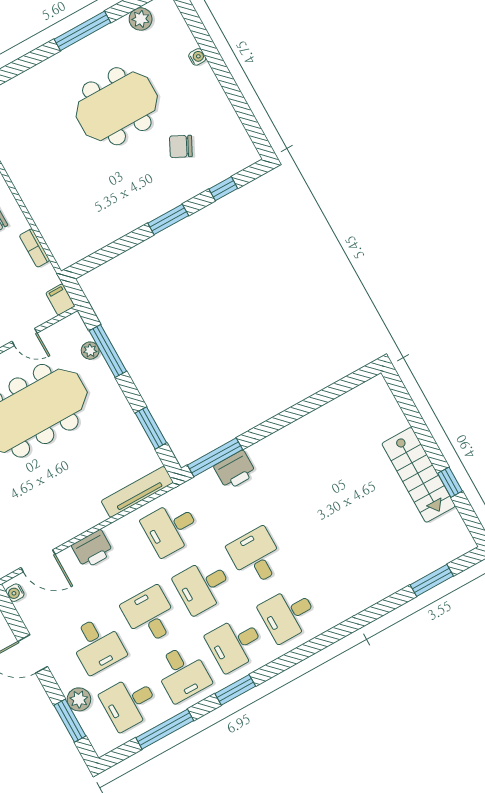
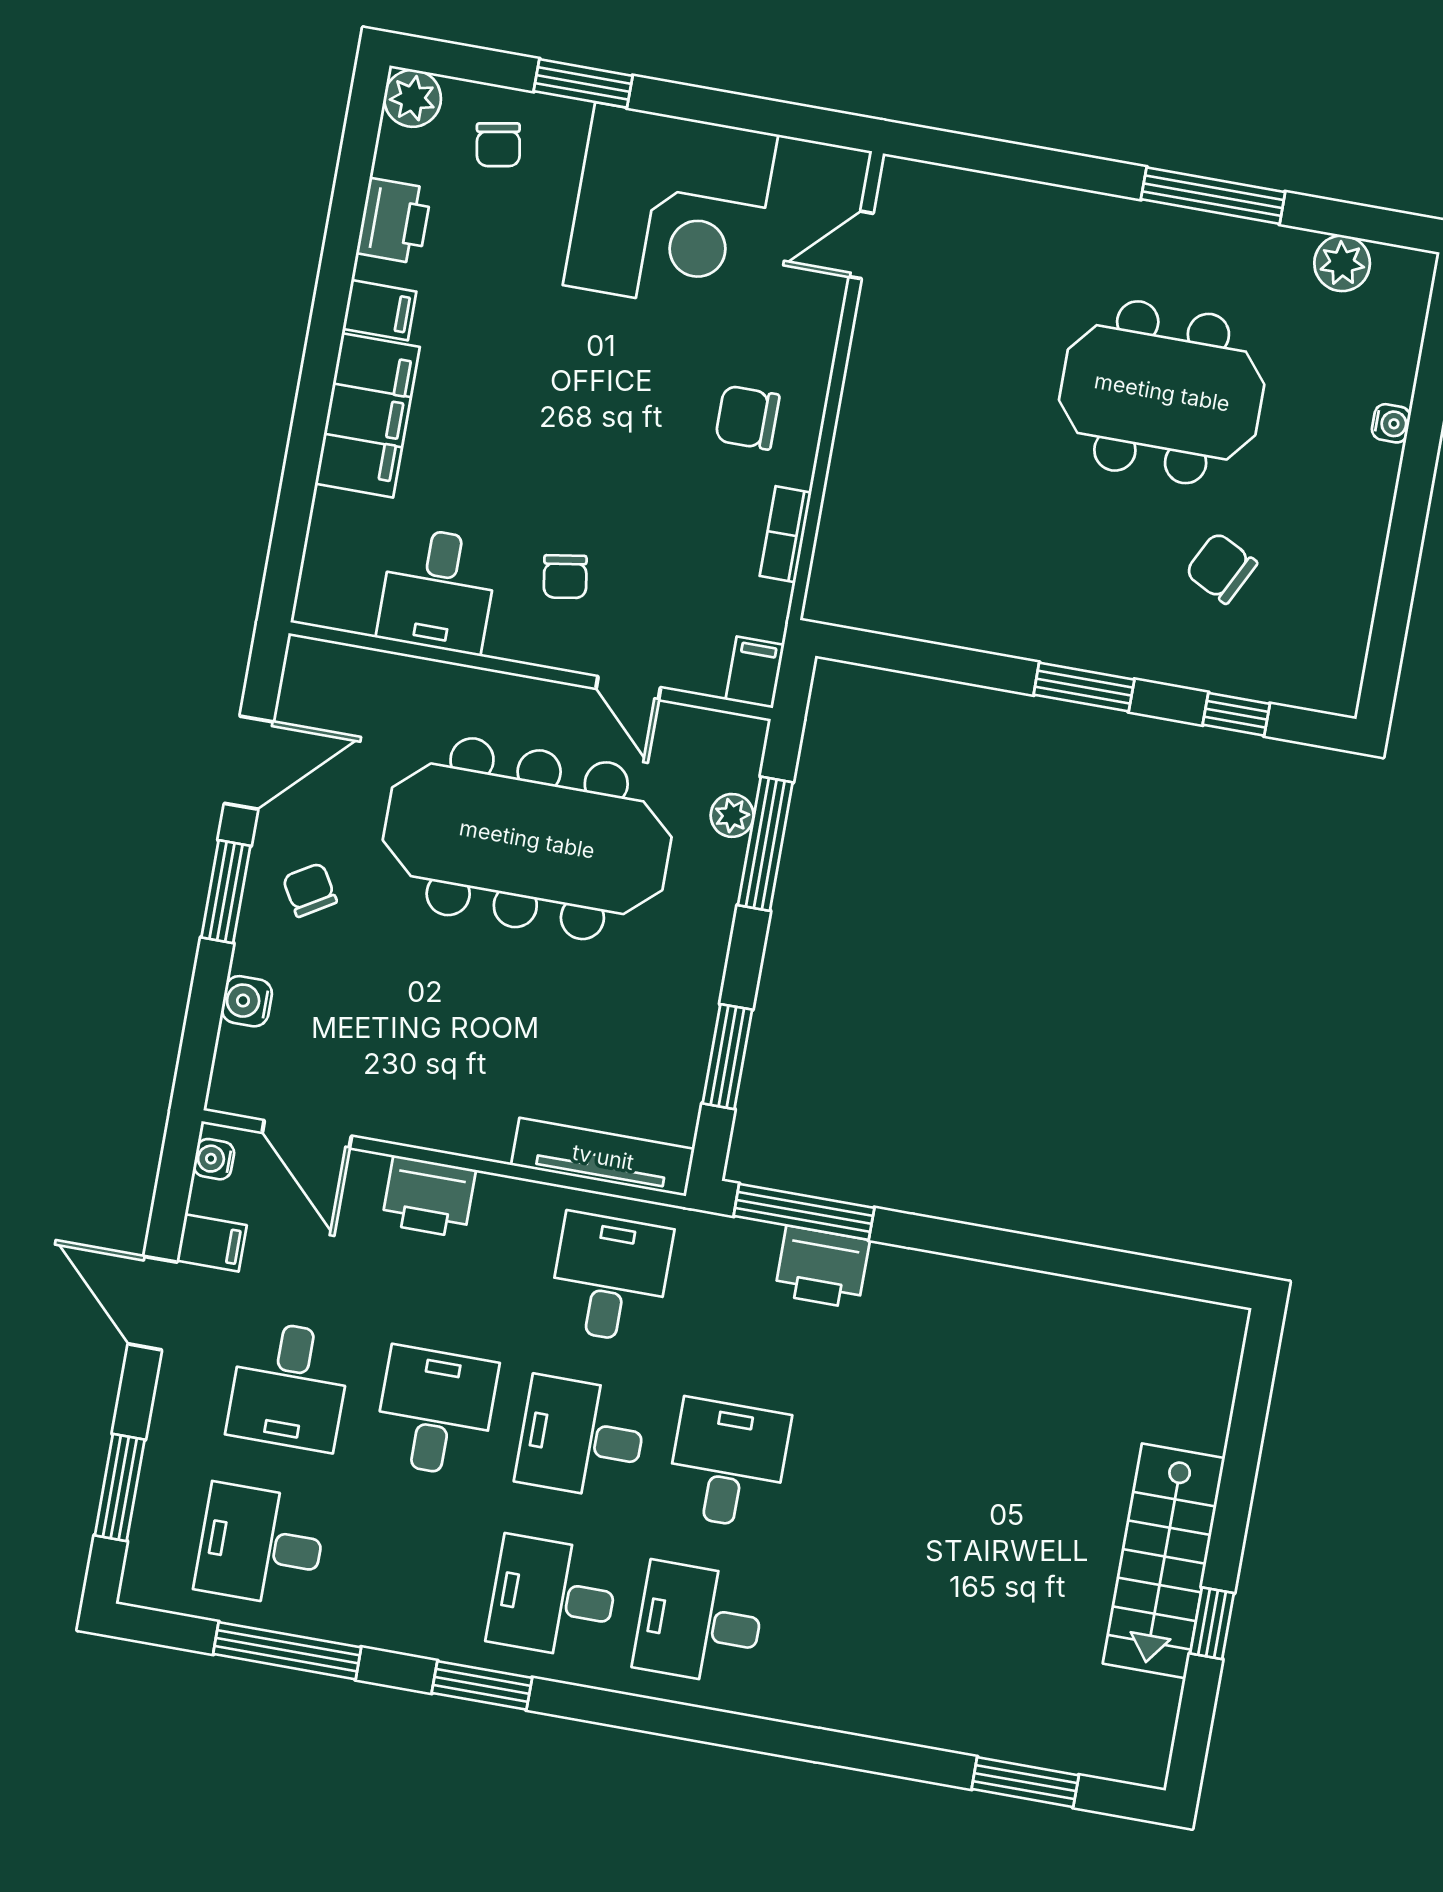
desk: (171, 528) -> (610, 1278), turned 90
filing cabinet: (36, 620) -> (212, 1243), added
desk: (182, 673) -> (407, 1571), removed
plant: (79, 699) -> (170, 1461), removed

